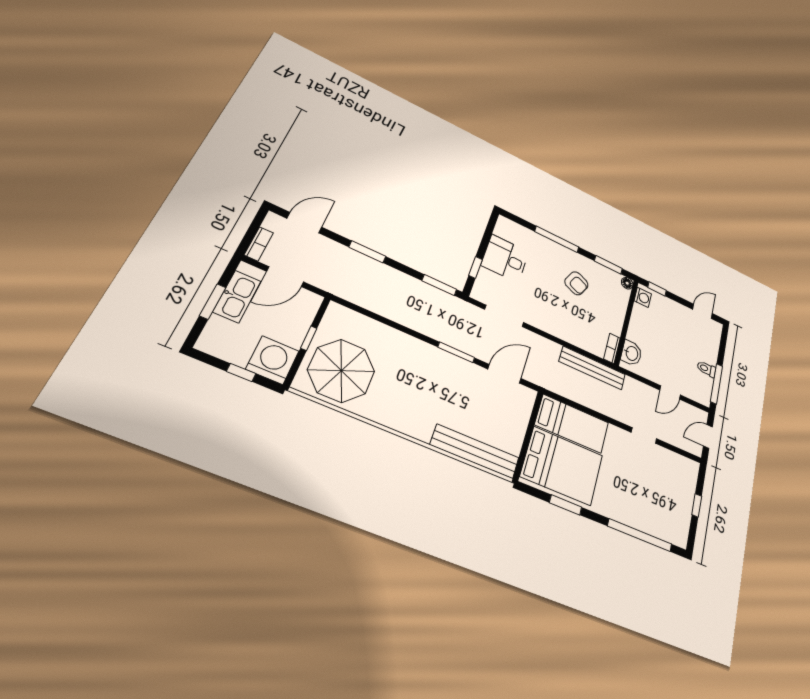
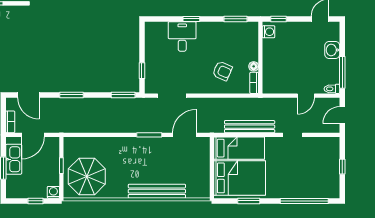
door: (304, 223) -> (28, 95), swing flipped
window: (557, 239) -> (191, 19), width x0.46
desk: (505, 259) -> (182, 36), moved, turned 90
armchair: (576, 283) -> (222, 71), moved
floor lamp: (627, 283) -> (254, 66), moved
washbasin: (631, 353) -> (332, 50), moved, turned 180
washing machine: (273, 360) -> (53, 192), width x0.53, depth x0.53
bench: (592, 368) -> (250, 127), moved
toilet: (707, 369) -> (332, 89), moved
bench: (475, 451) -> (157, 191), moved

